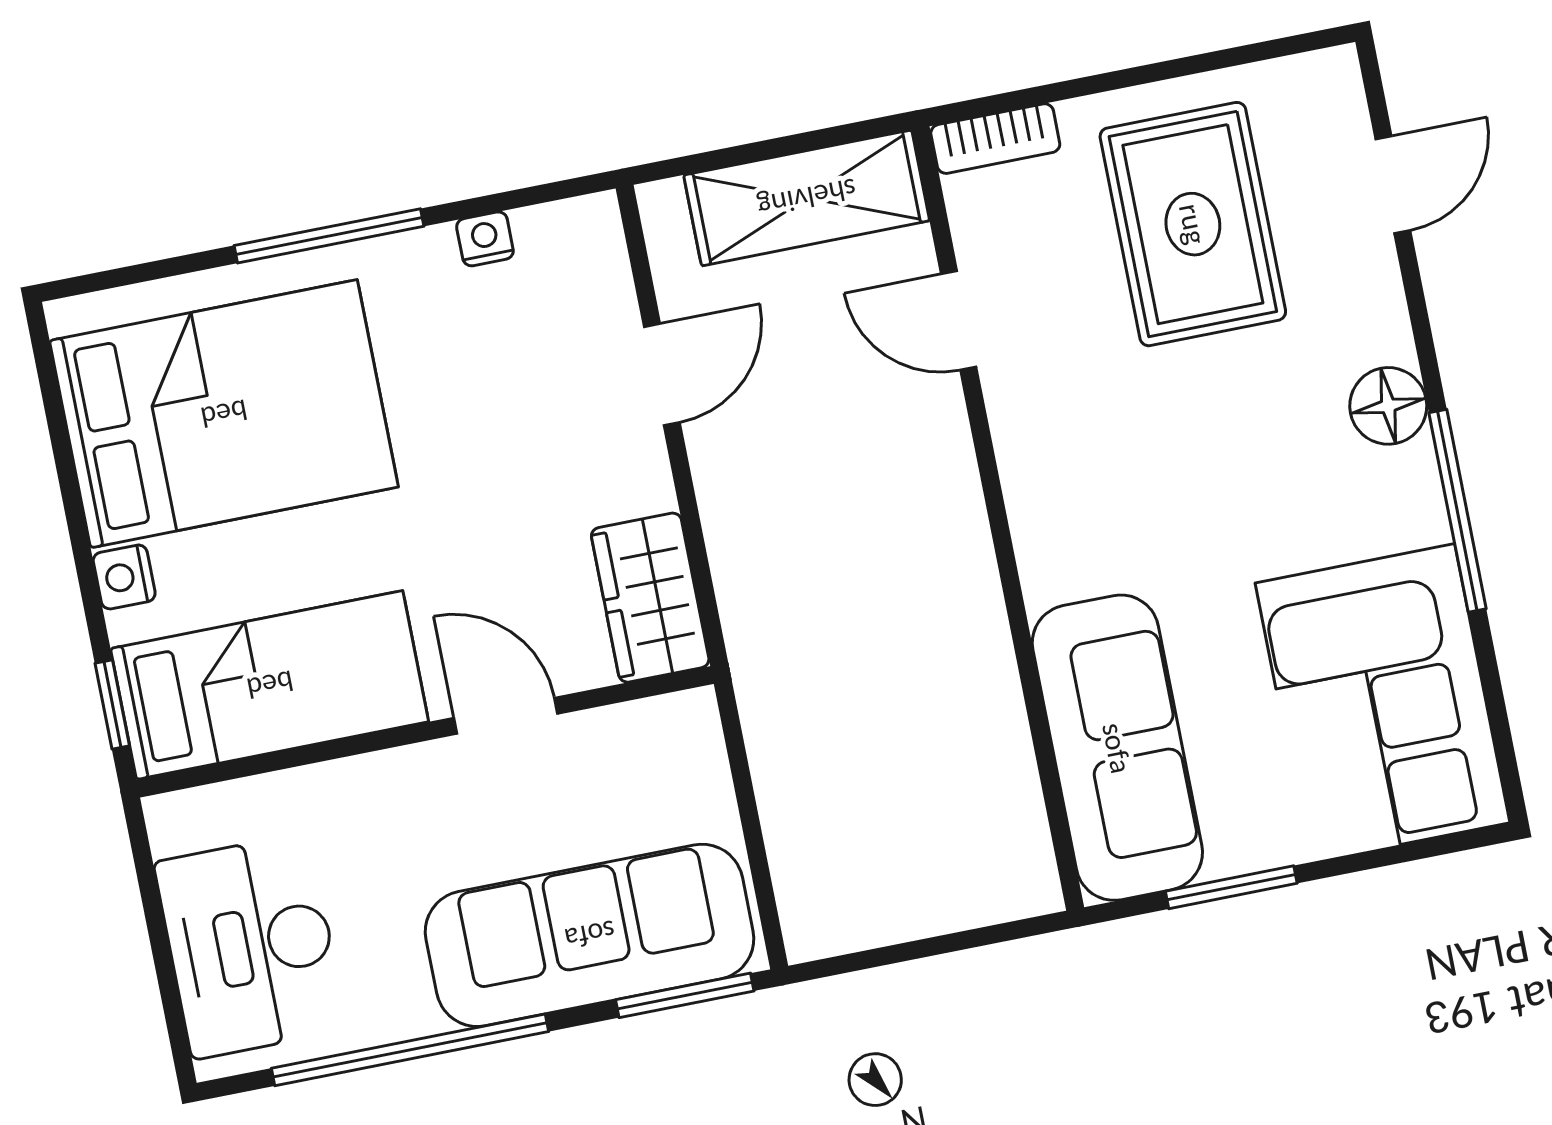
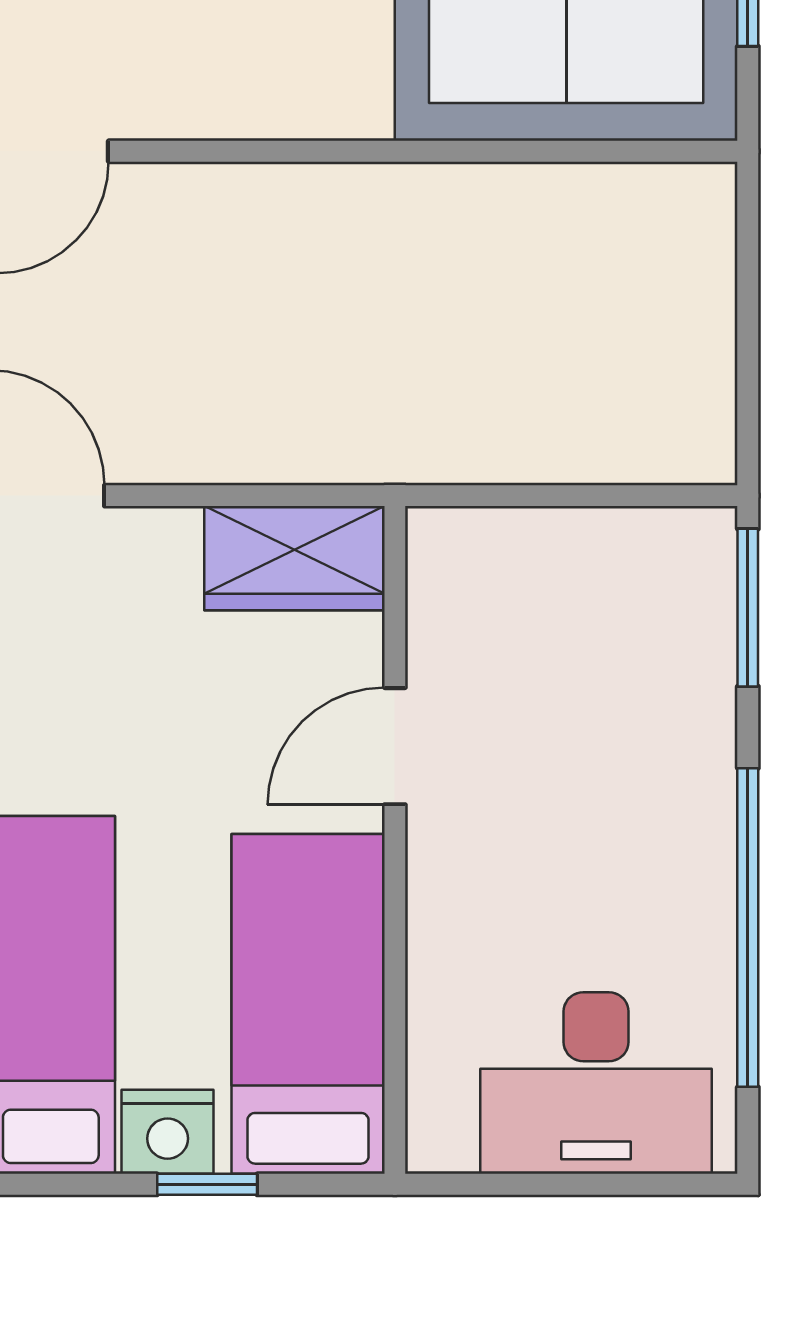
nightstand: (124, 577) -> (168, 1132), width x1.39, depth x1.35
window: (112, 704) -> (207, 1184), moved
sofa: (590, 935) -> (659, 701), removed

